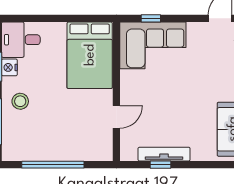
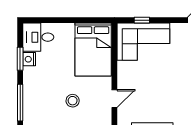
stool: (20, 101) -> (73, 101), moved

